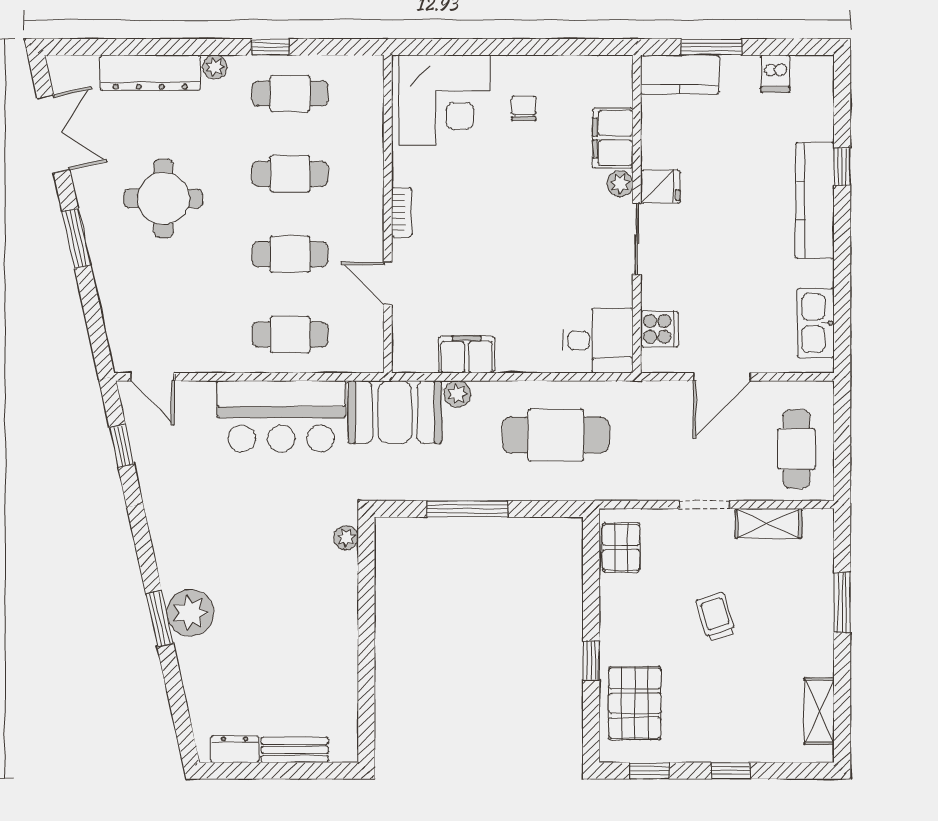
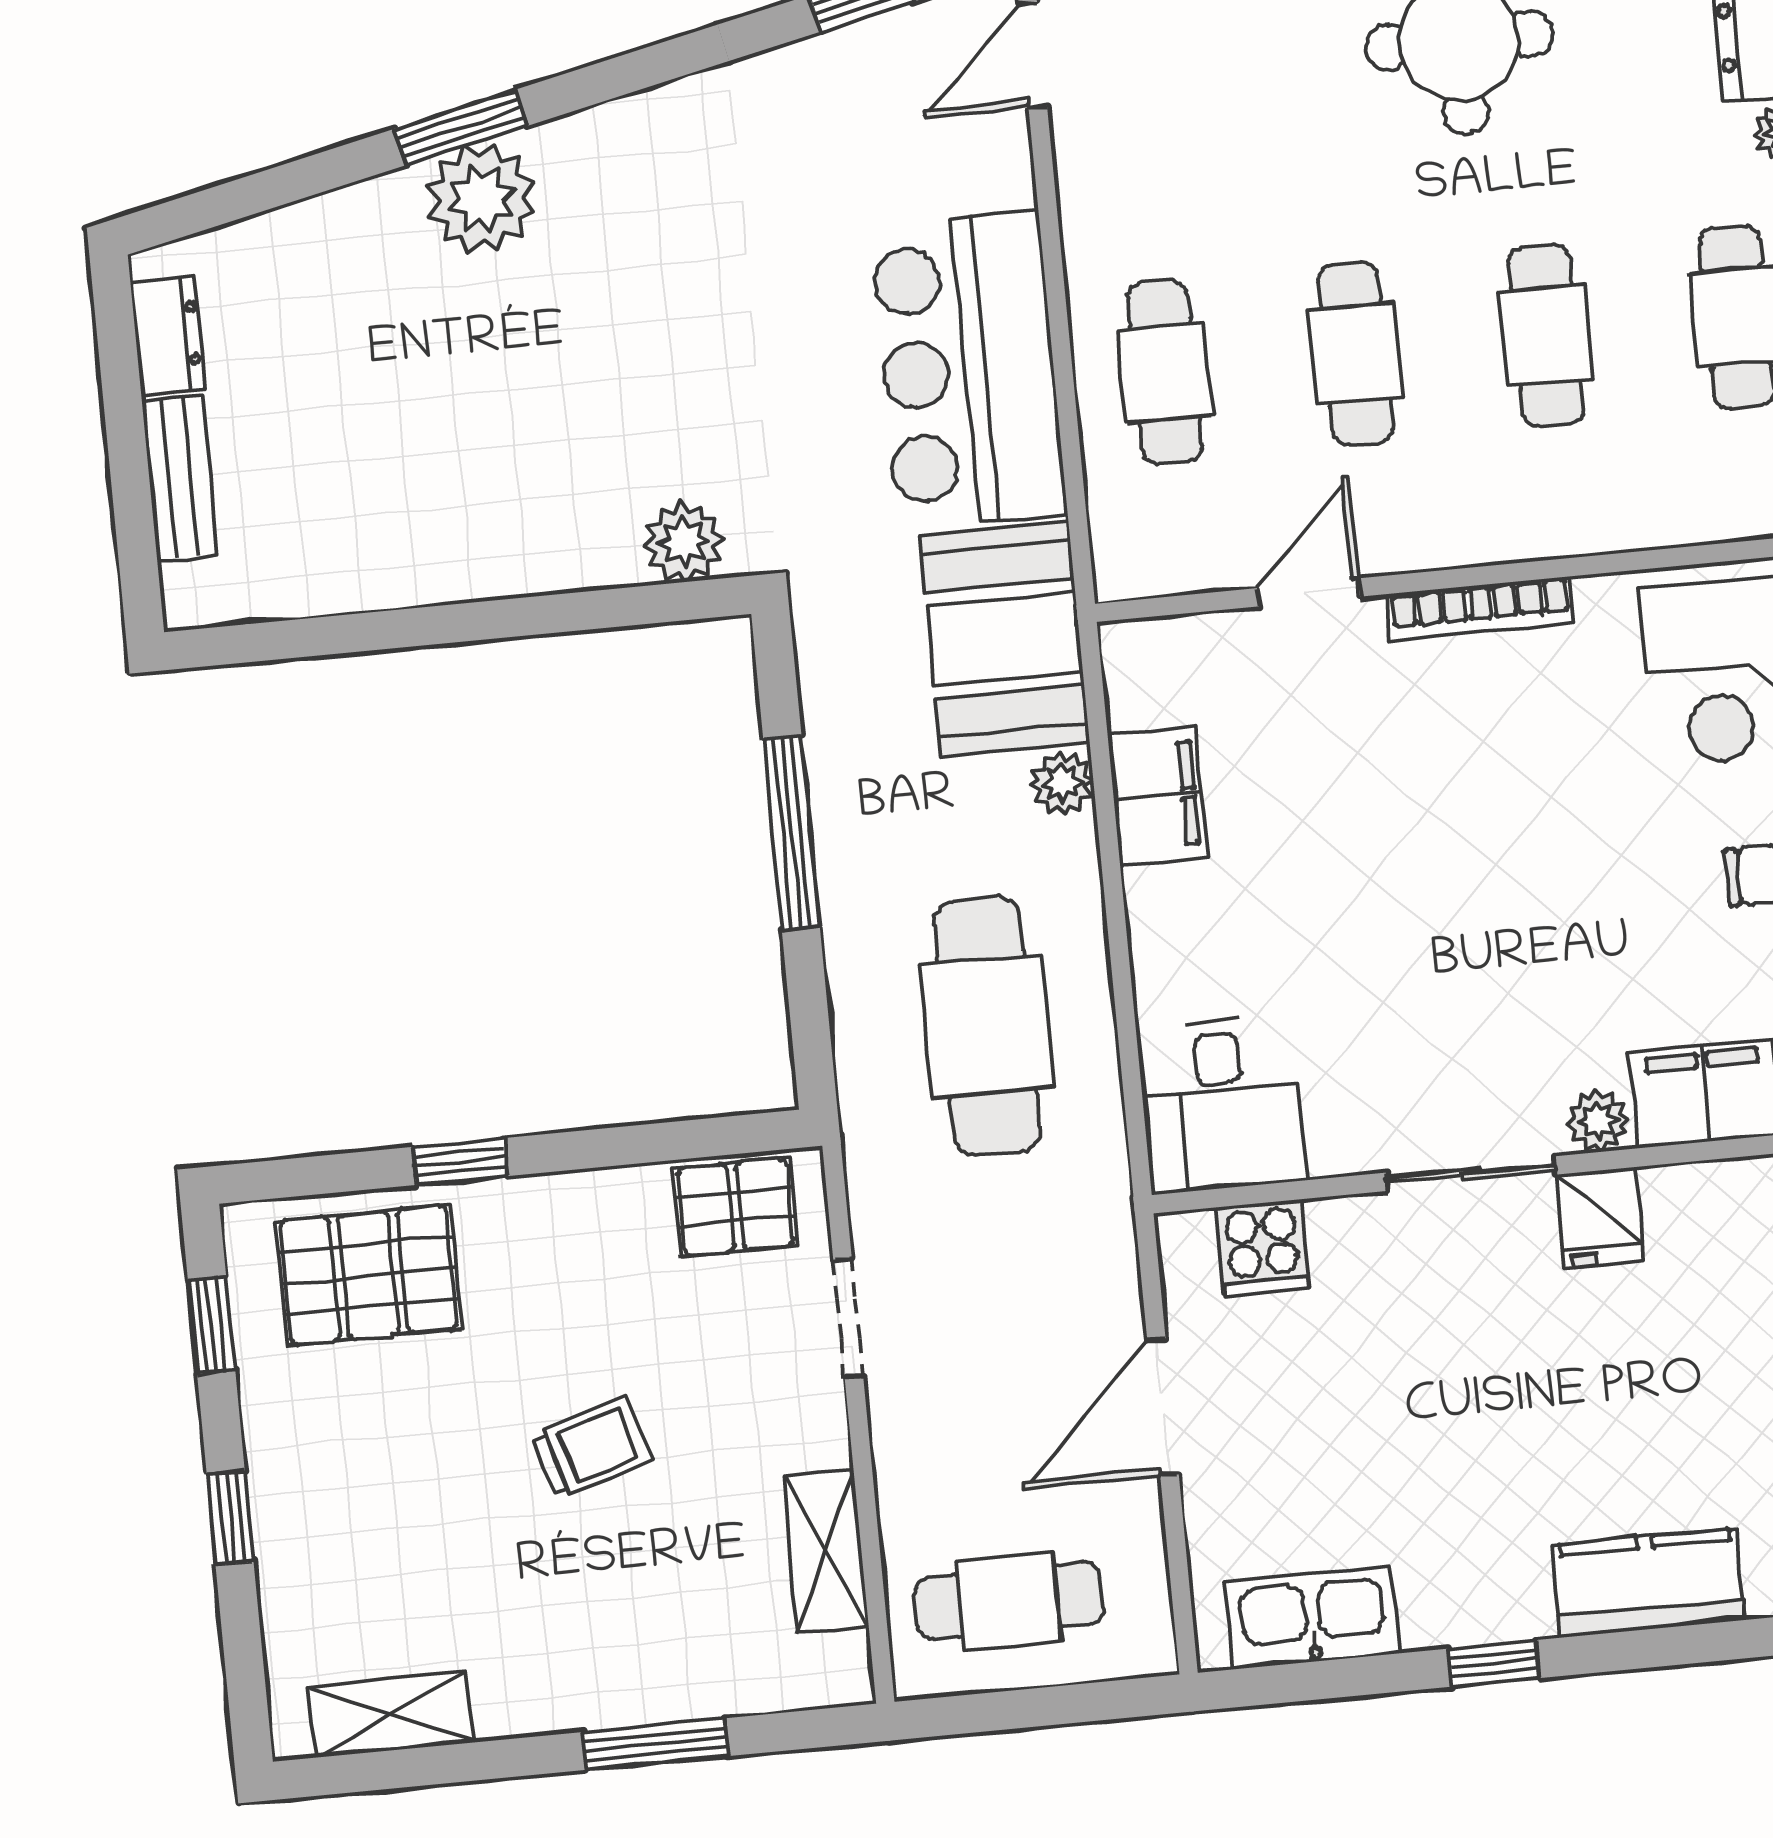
window: (842, 167) -> (1494, 1663), moved
kitchen counter: (815, 201) -> (1649, 1583), width x0.67
bookcase: (401, 212) -> (1480, 609), width x1.56
door: (722, 377) -> (1163, 1407), hinge flipped
doorway: (704, 505) -> (848, 1318), moved
plant: (346, 538) -> (684, 542), width x1.38, depth x1.38

